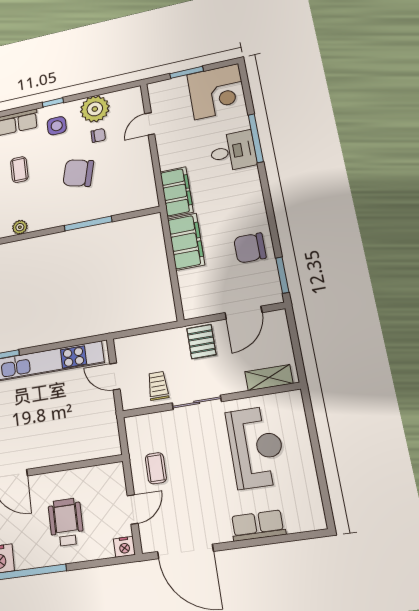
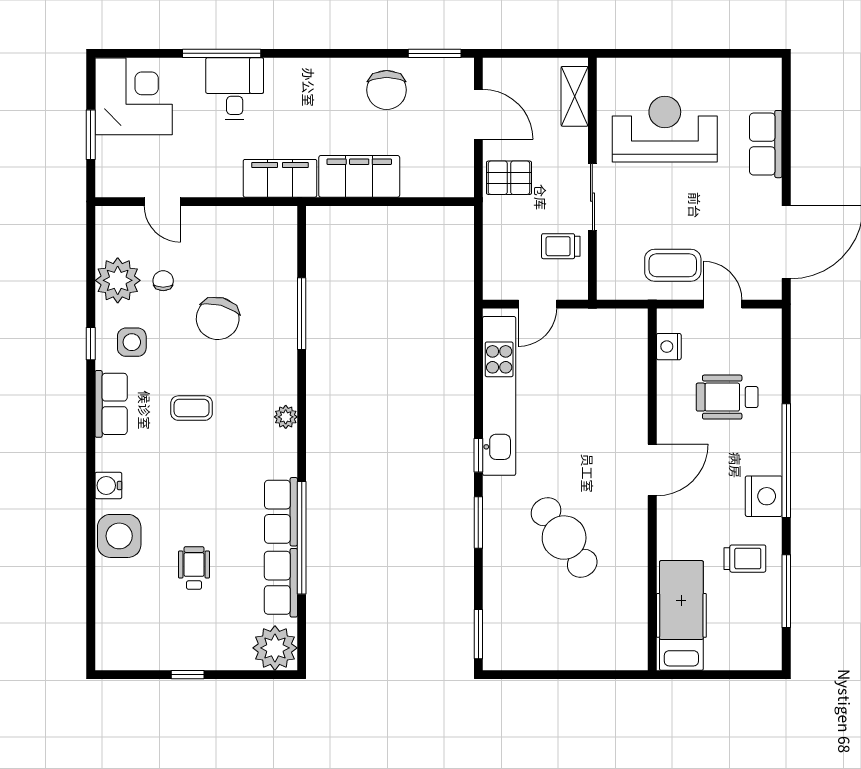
coffee table: (156, 468) -> (673, 265), width x1.36, depth x1.30
nightstand: (124, 547) -> (669, 347), moved, turned 180

